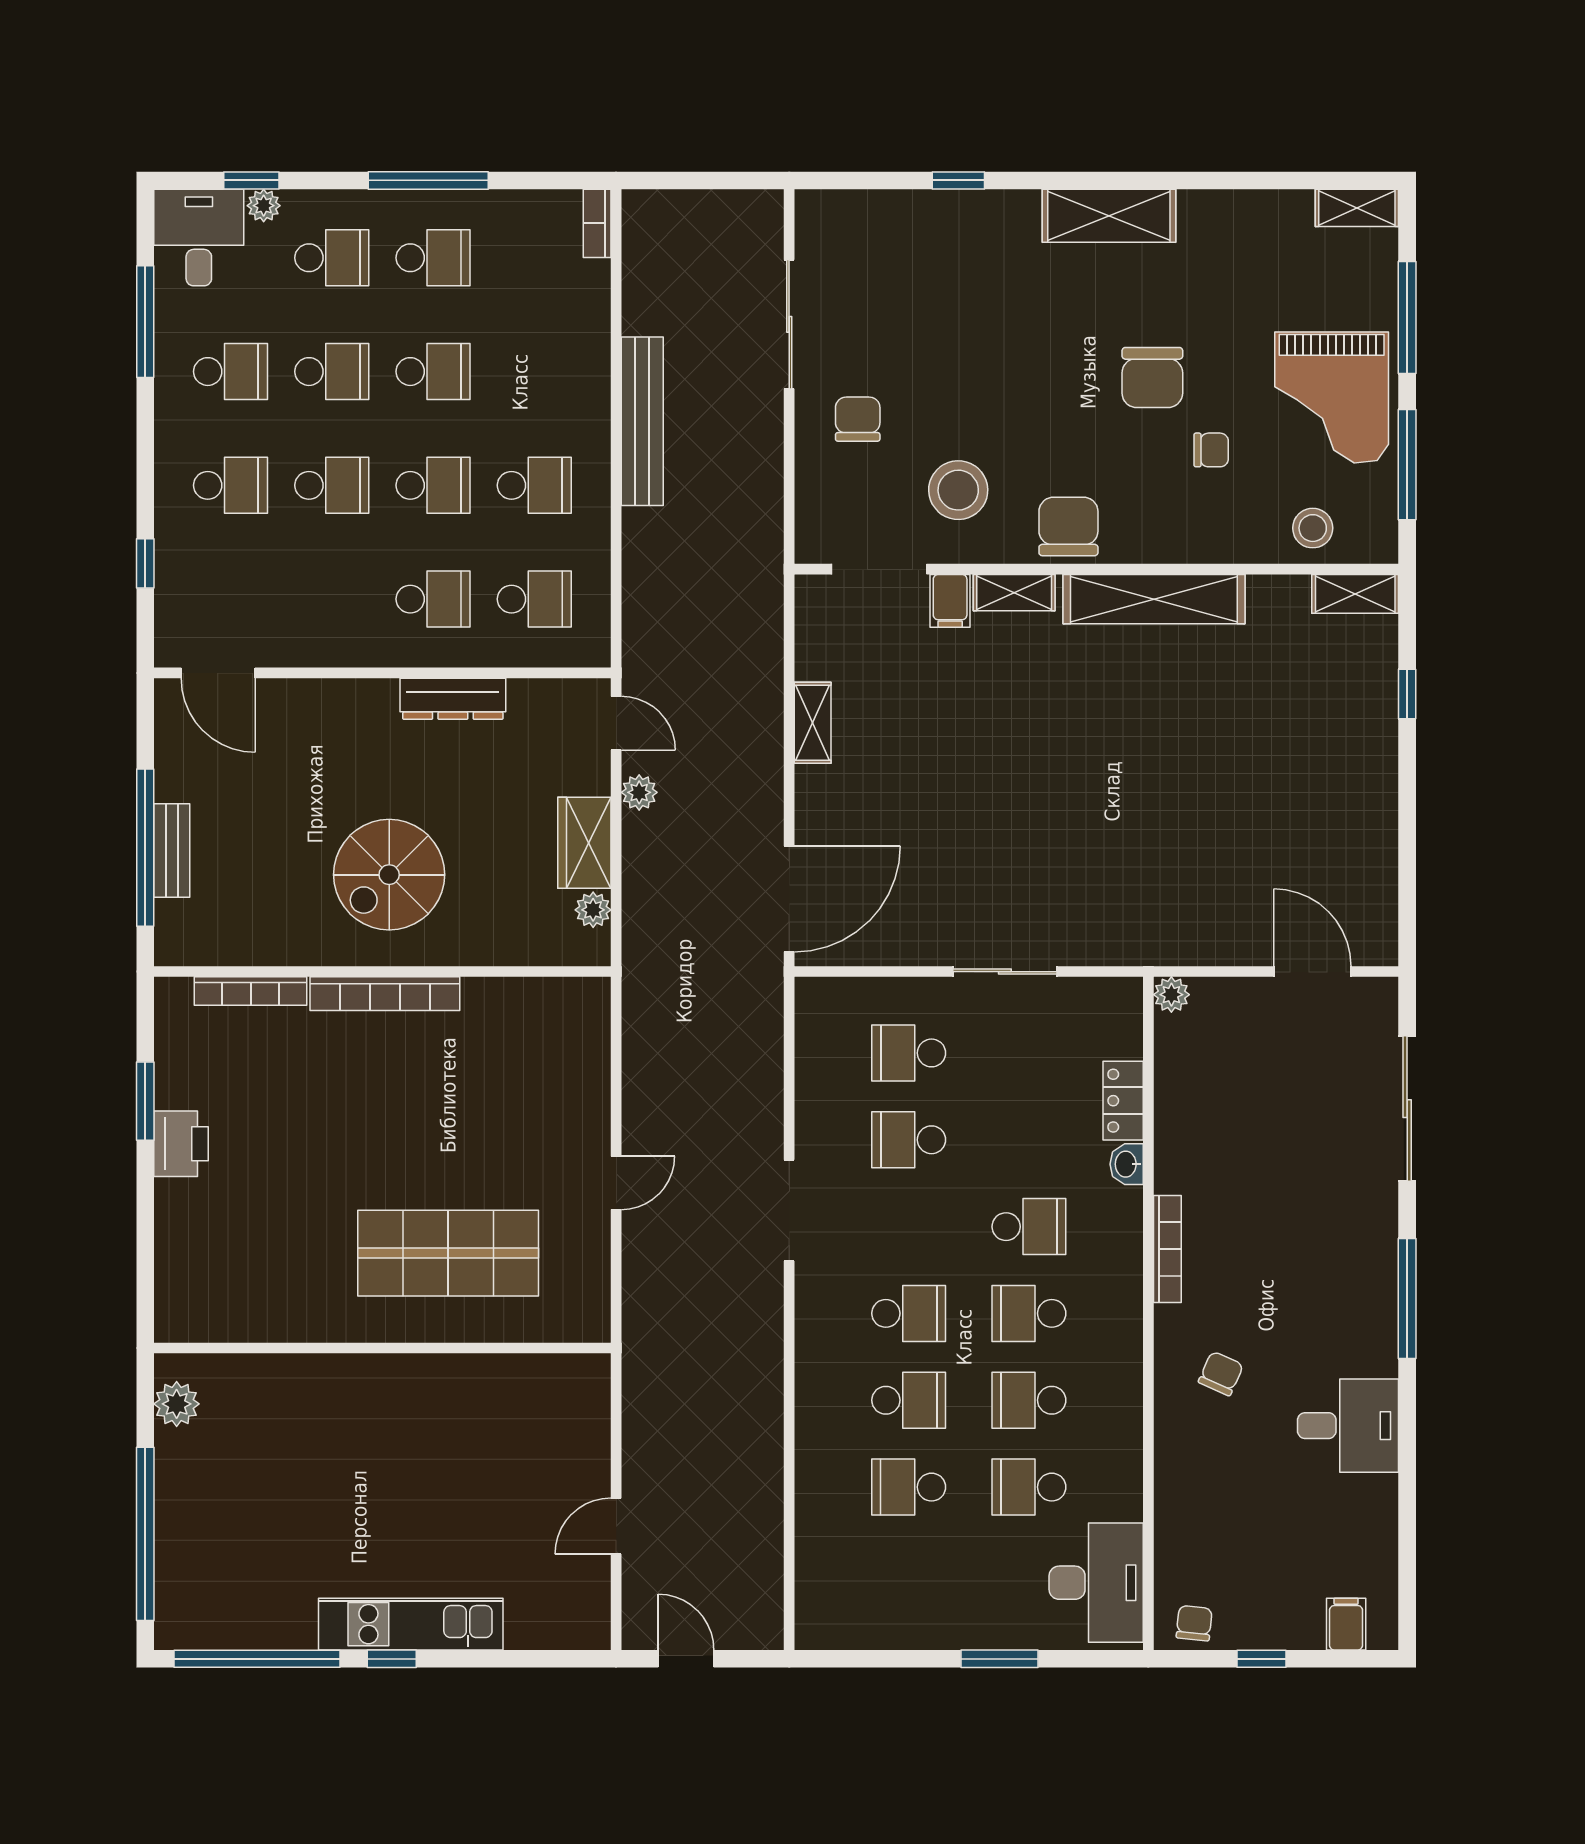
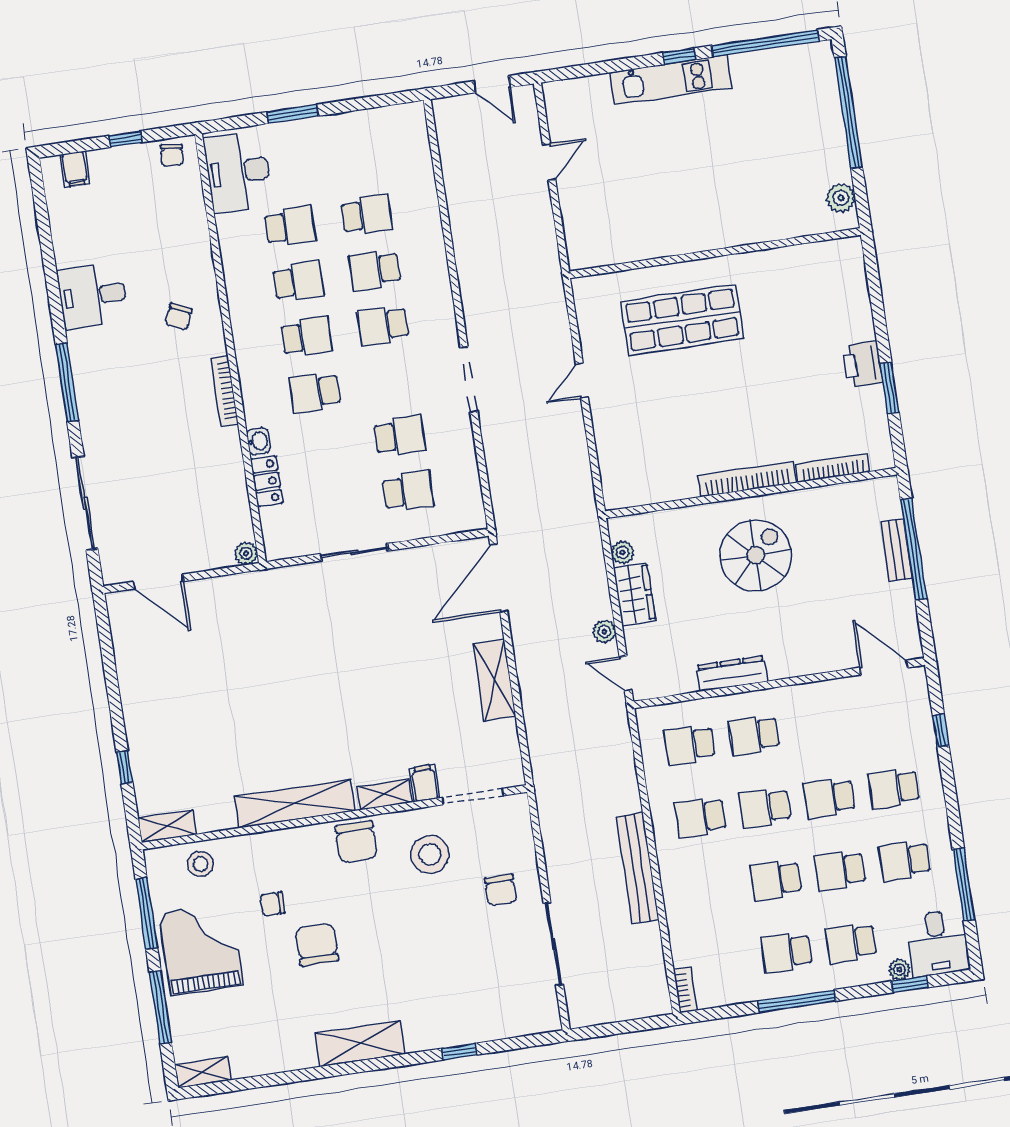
shelving: (813, 723) -> (495, 680), width x1.50, depth x1.33

